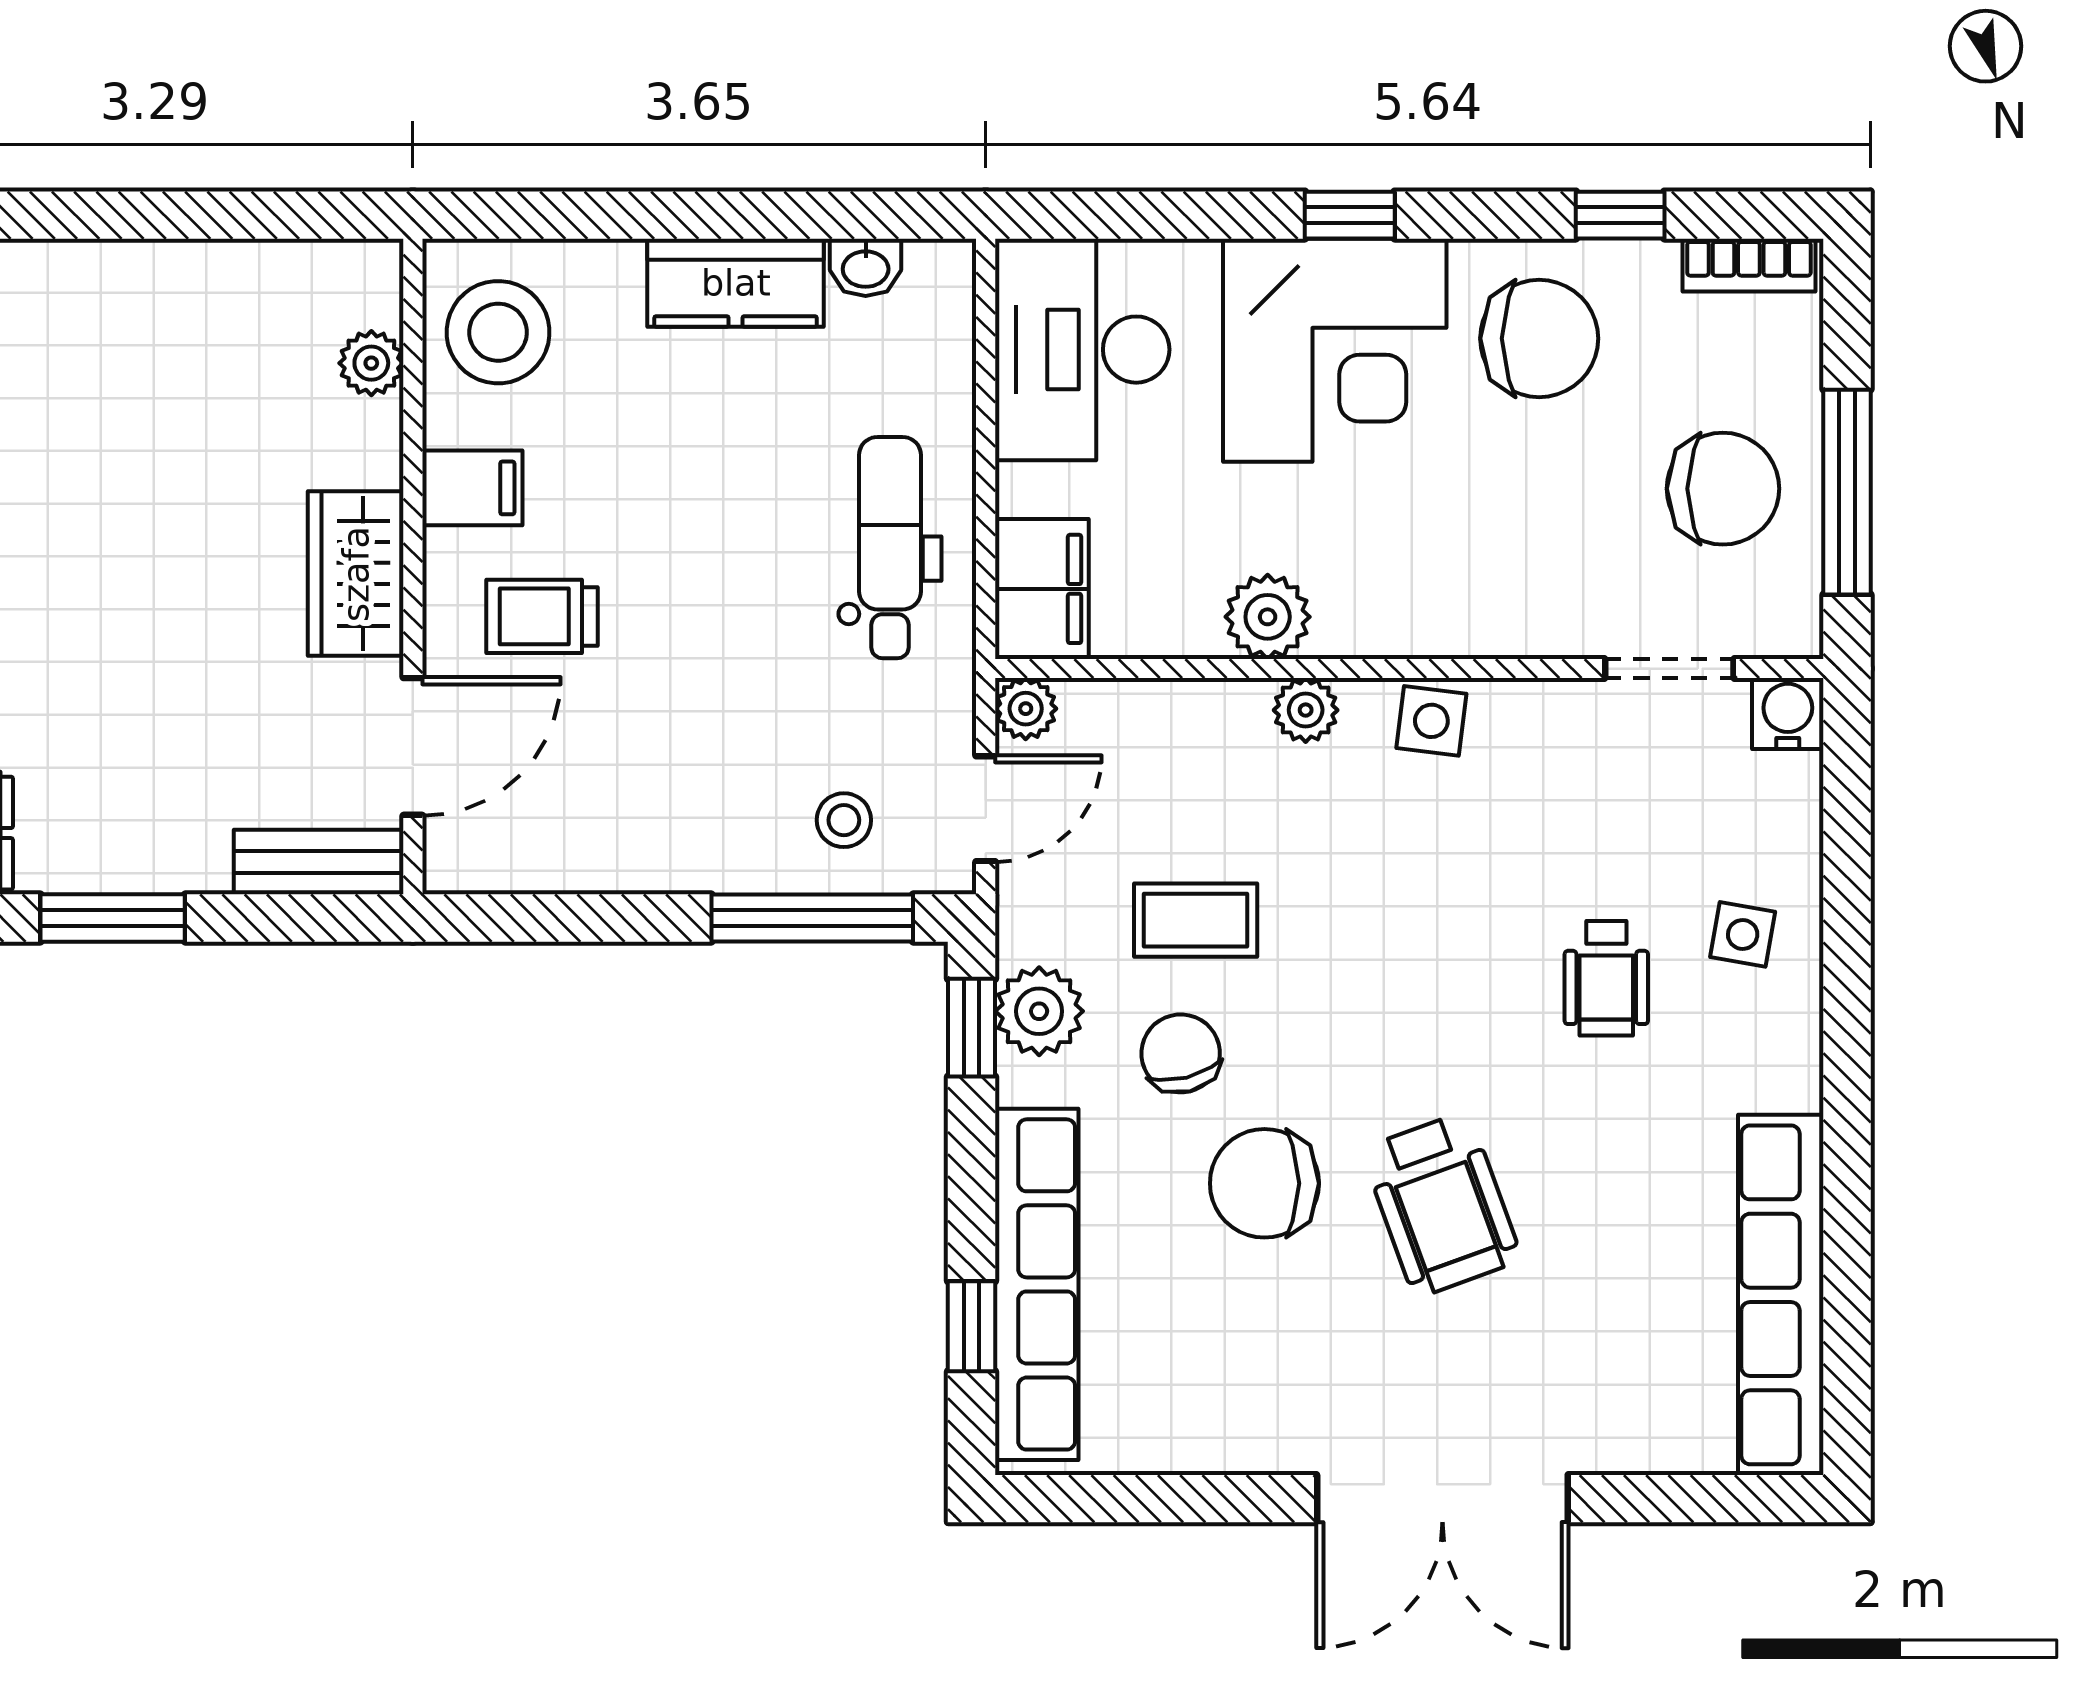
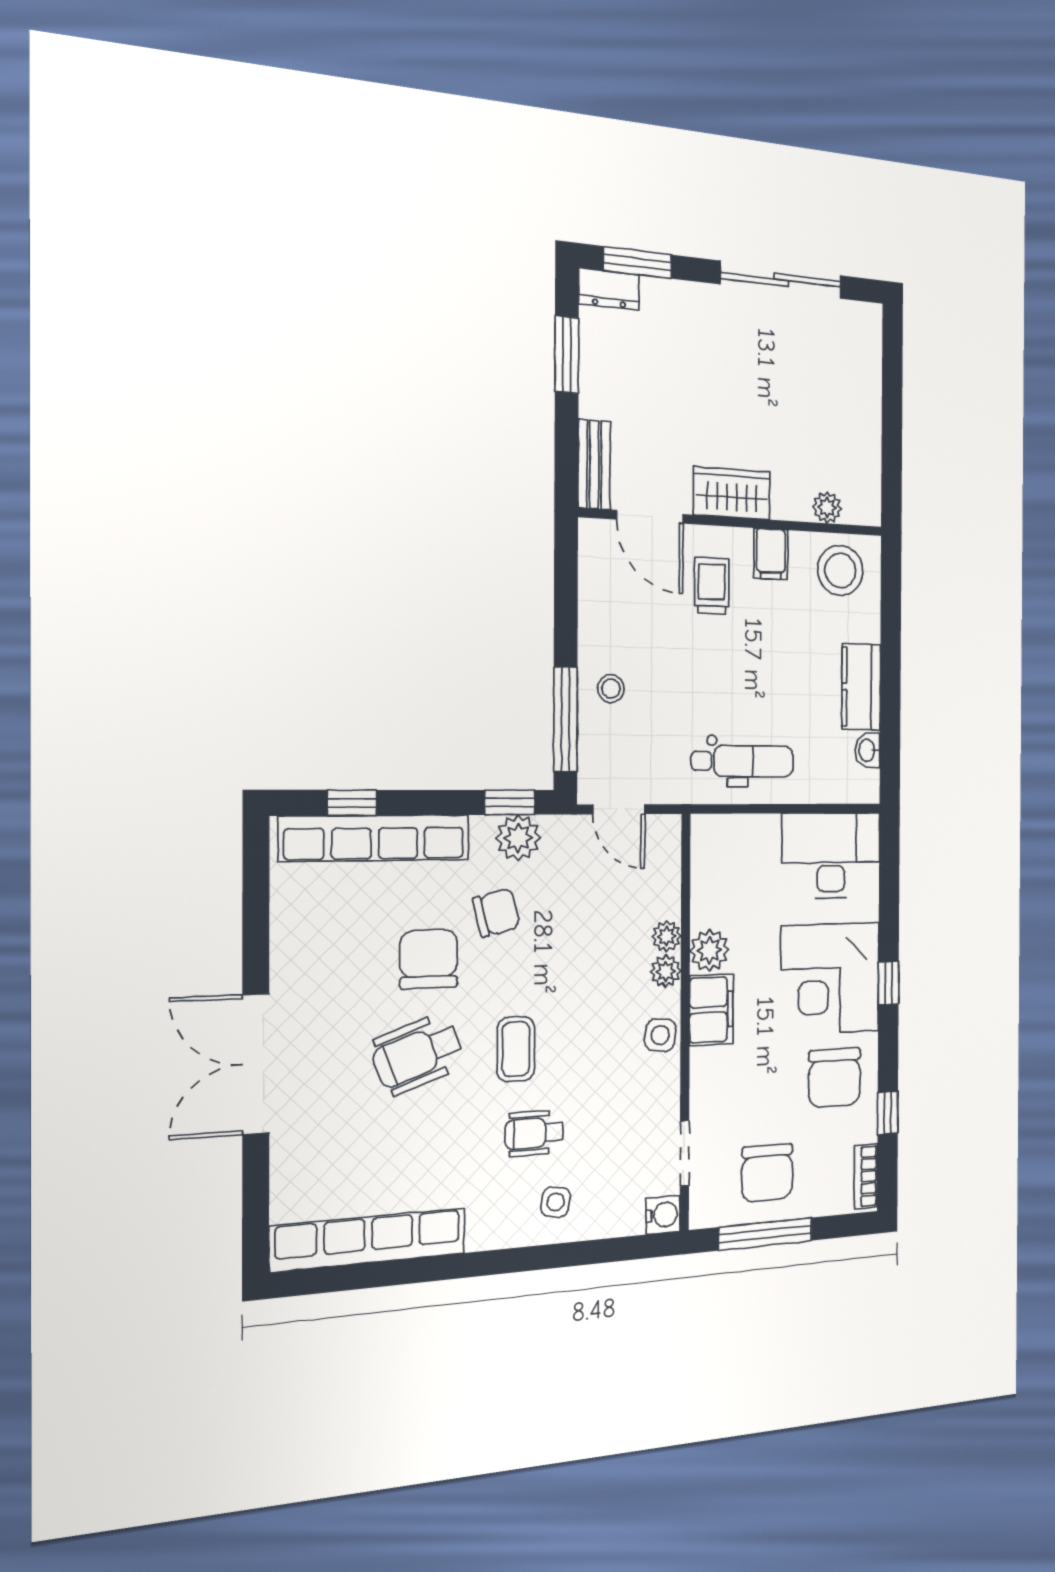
filing cabinet: (1042, 589) -> (711, 1010), moved, turned -90
plant: (1026, 709) -> (666, 936), moved
stool: (844, 820) -> (611, 689), moved
coffee table: (1196, 920) -> (516, 1049), moved

